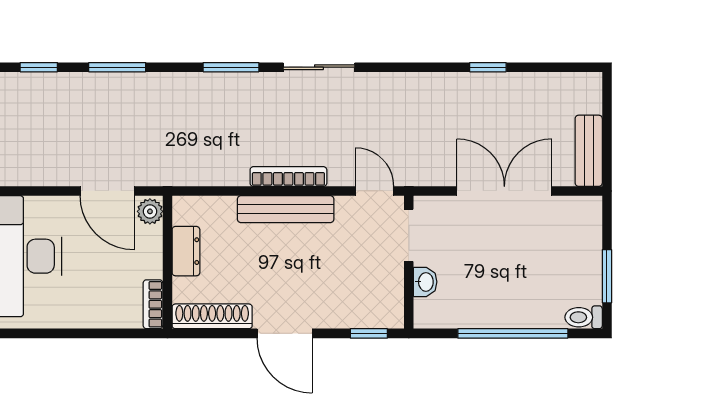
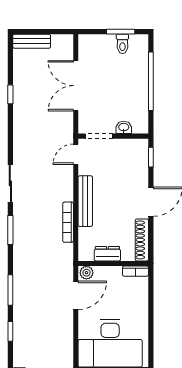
bench: (589, 151) -> (32, 41), moved
bookcase: (288, 177) -> (68, 222), moved
toilet: (584, 317) -> (122, 44), moved

